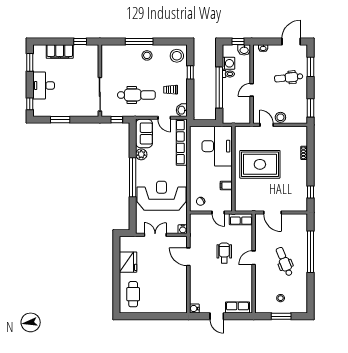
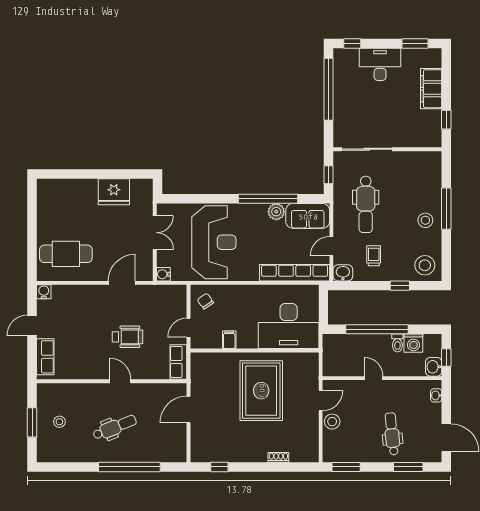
window: (60, 120) -> (329, 89), width x2.11
window: (133, 177) -> (268, 199), moved
cafe table: (133, 294) -> (66, 254), moved, width x1.37, depth x1.35

